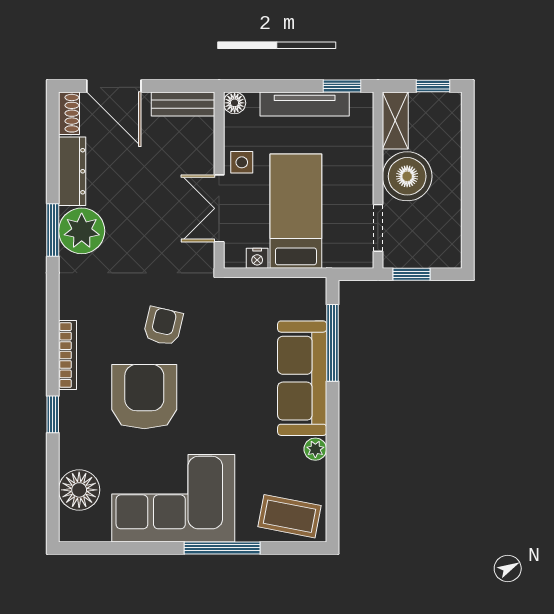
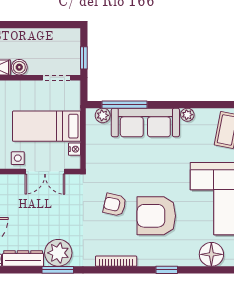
boiler: (407, 176) -> (19, 67), width x0.54, depth x0.54
plant: (314, 306) -> (103, 115), added
bookcase: (68, 355) -> (116, 261), moved

